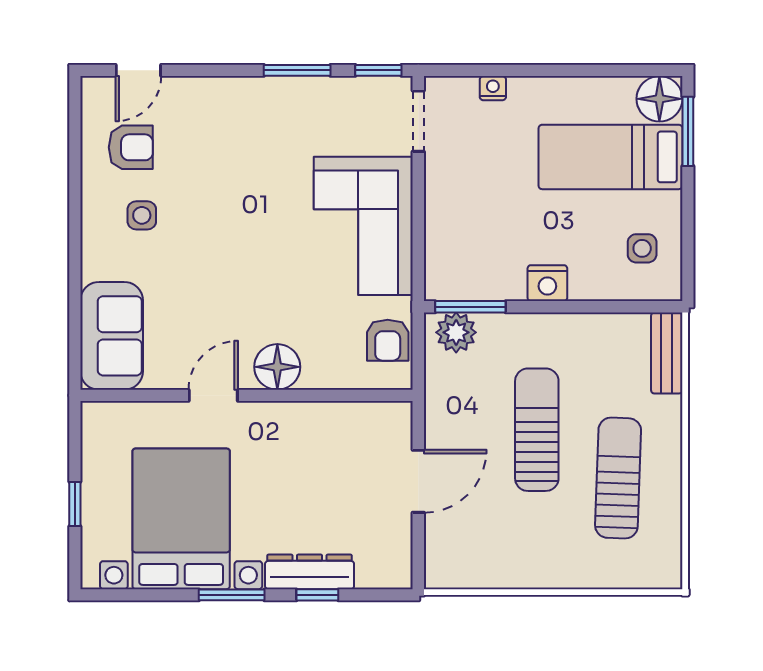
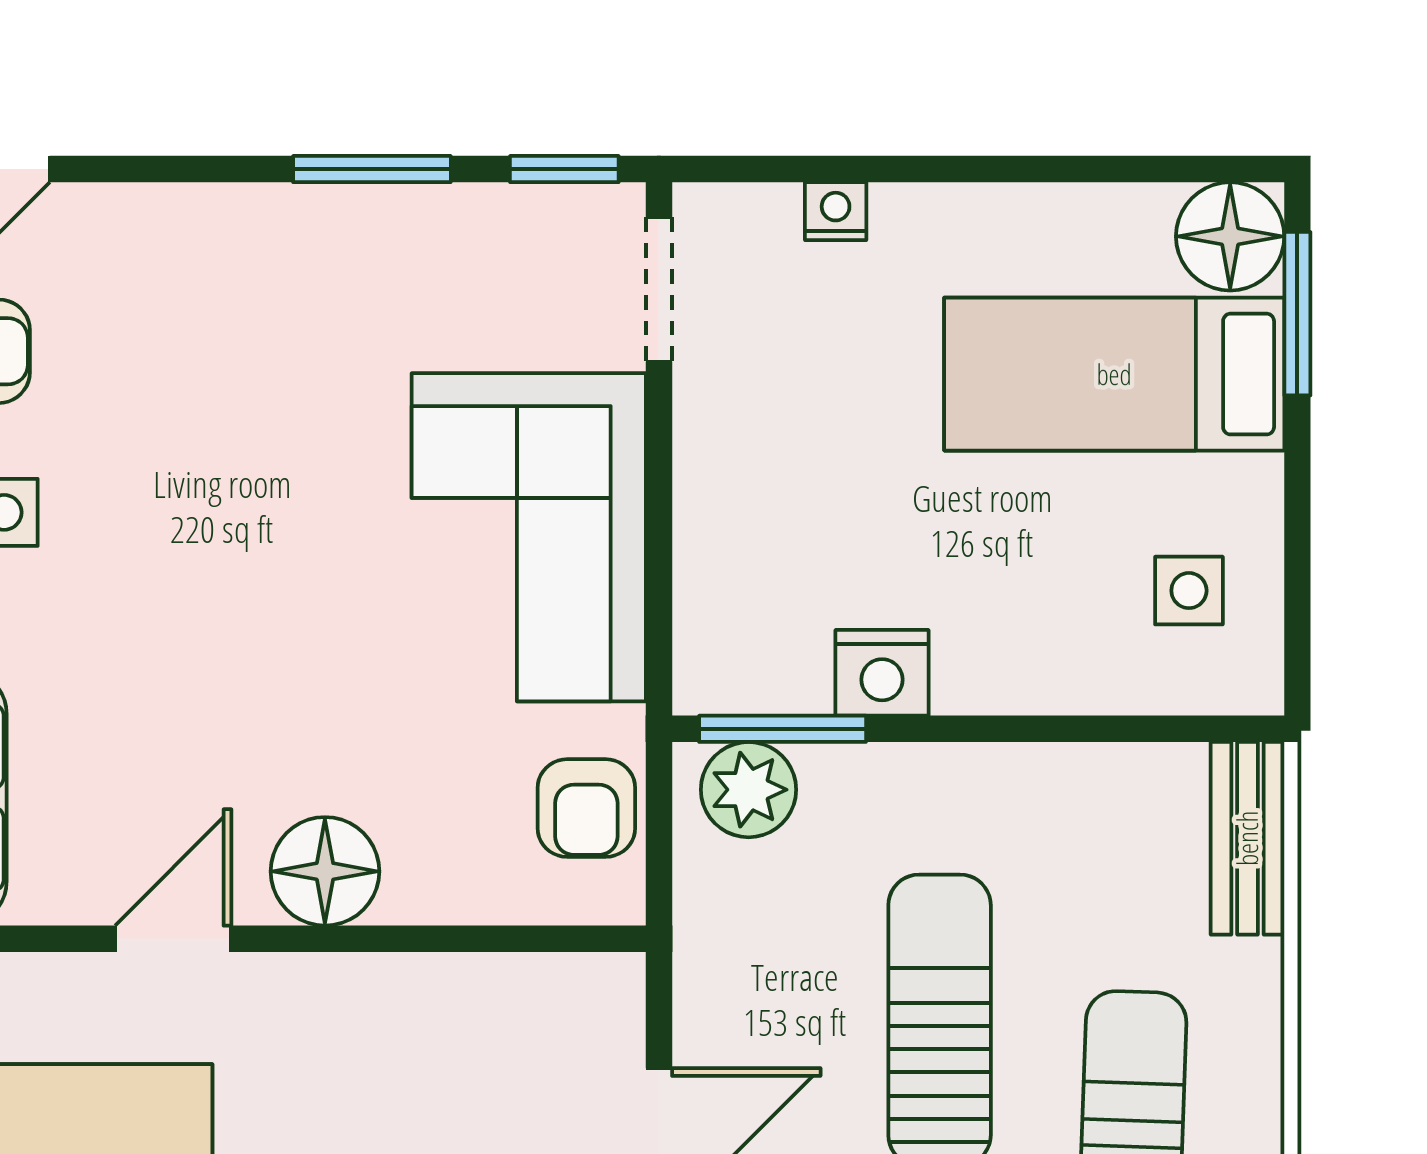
nightstand: (547, 283) -> (882, 673), moved

